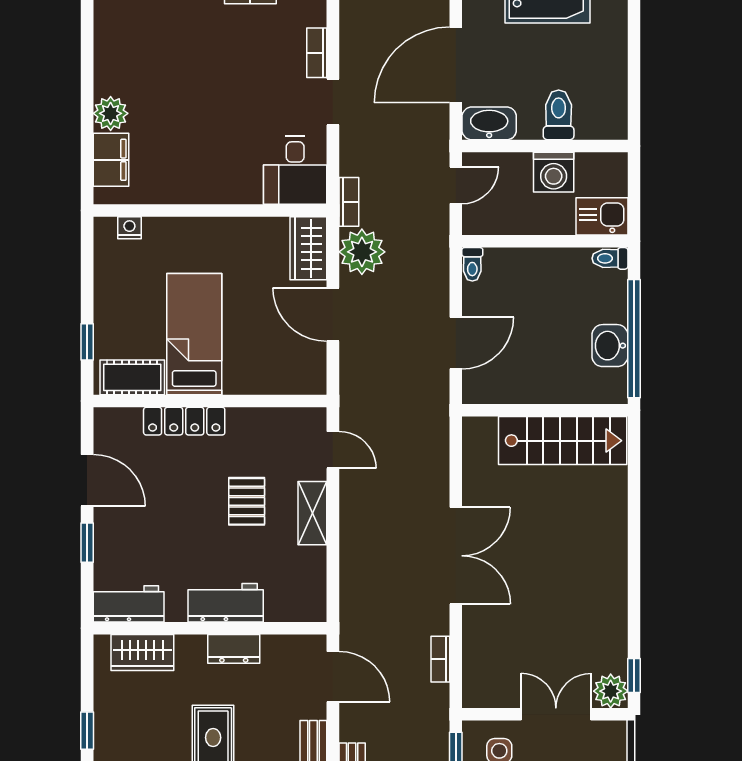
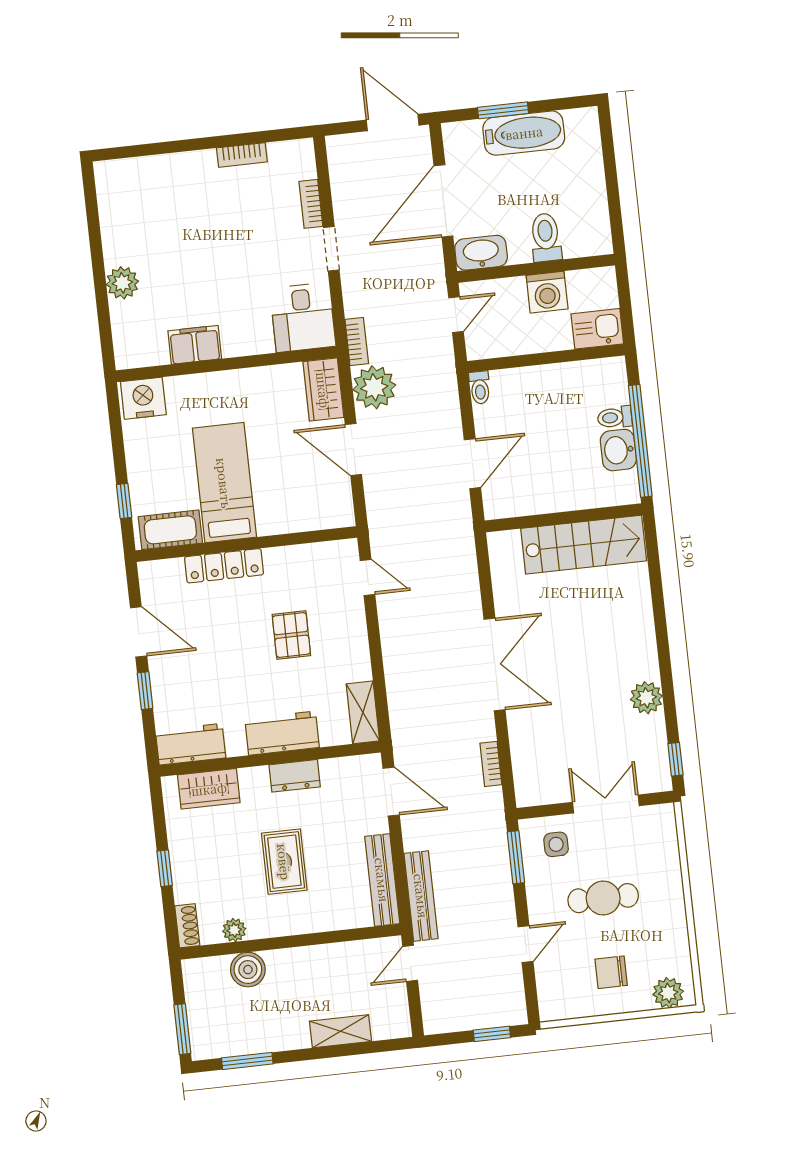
filing cabinet: (111, 160) -> (195, 345), moved, turned -90
nightstand: (129, 228) -> (143, 398), width x1.89, depth x1.79
toilet: (610, 258) -> (615, 417), moved
shelving: (312, 513) -> (363, 712), moved
plant: (611, 691) -> (646, 698), moved

